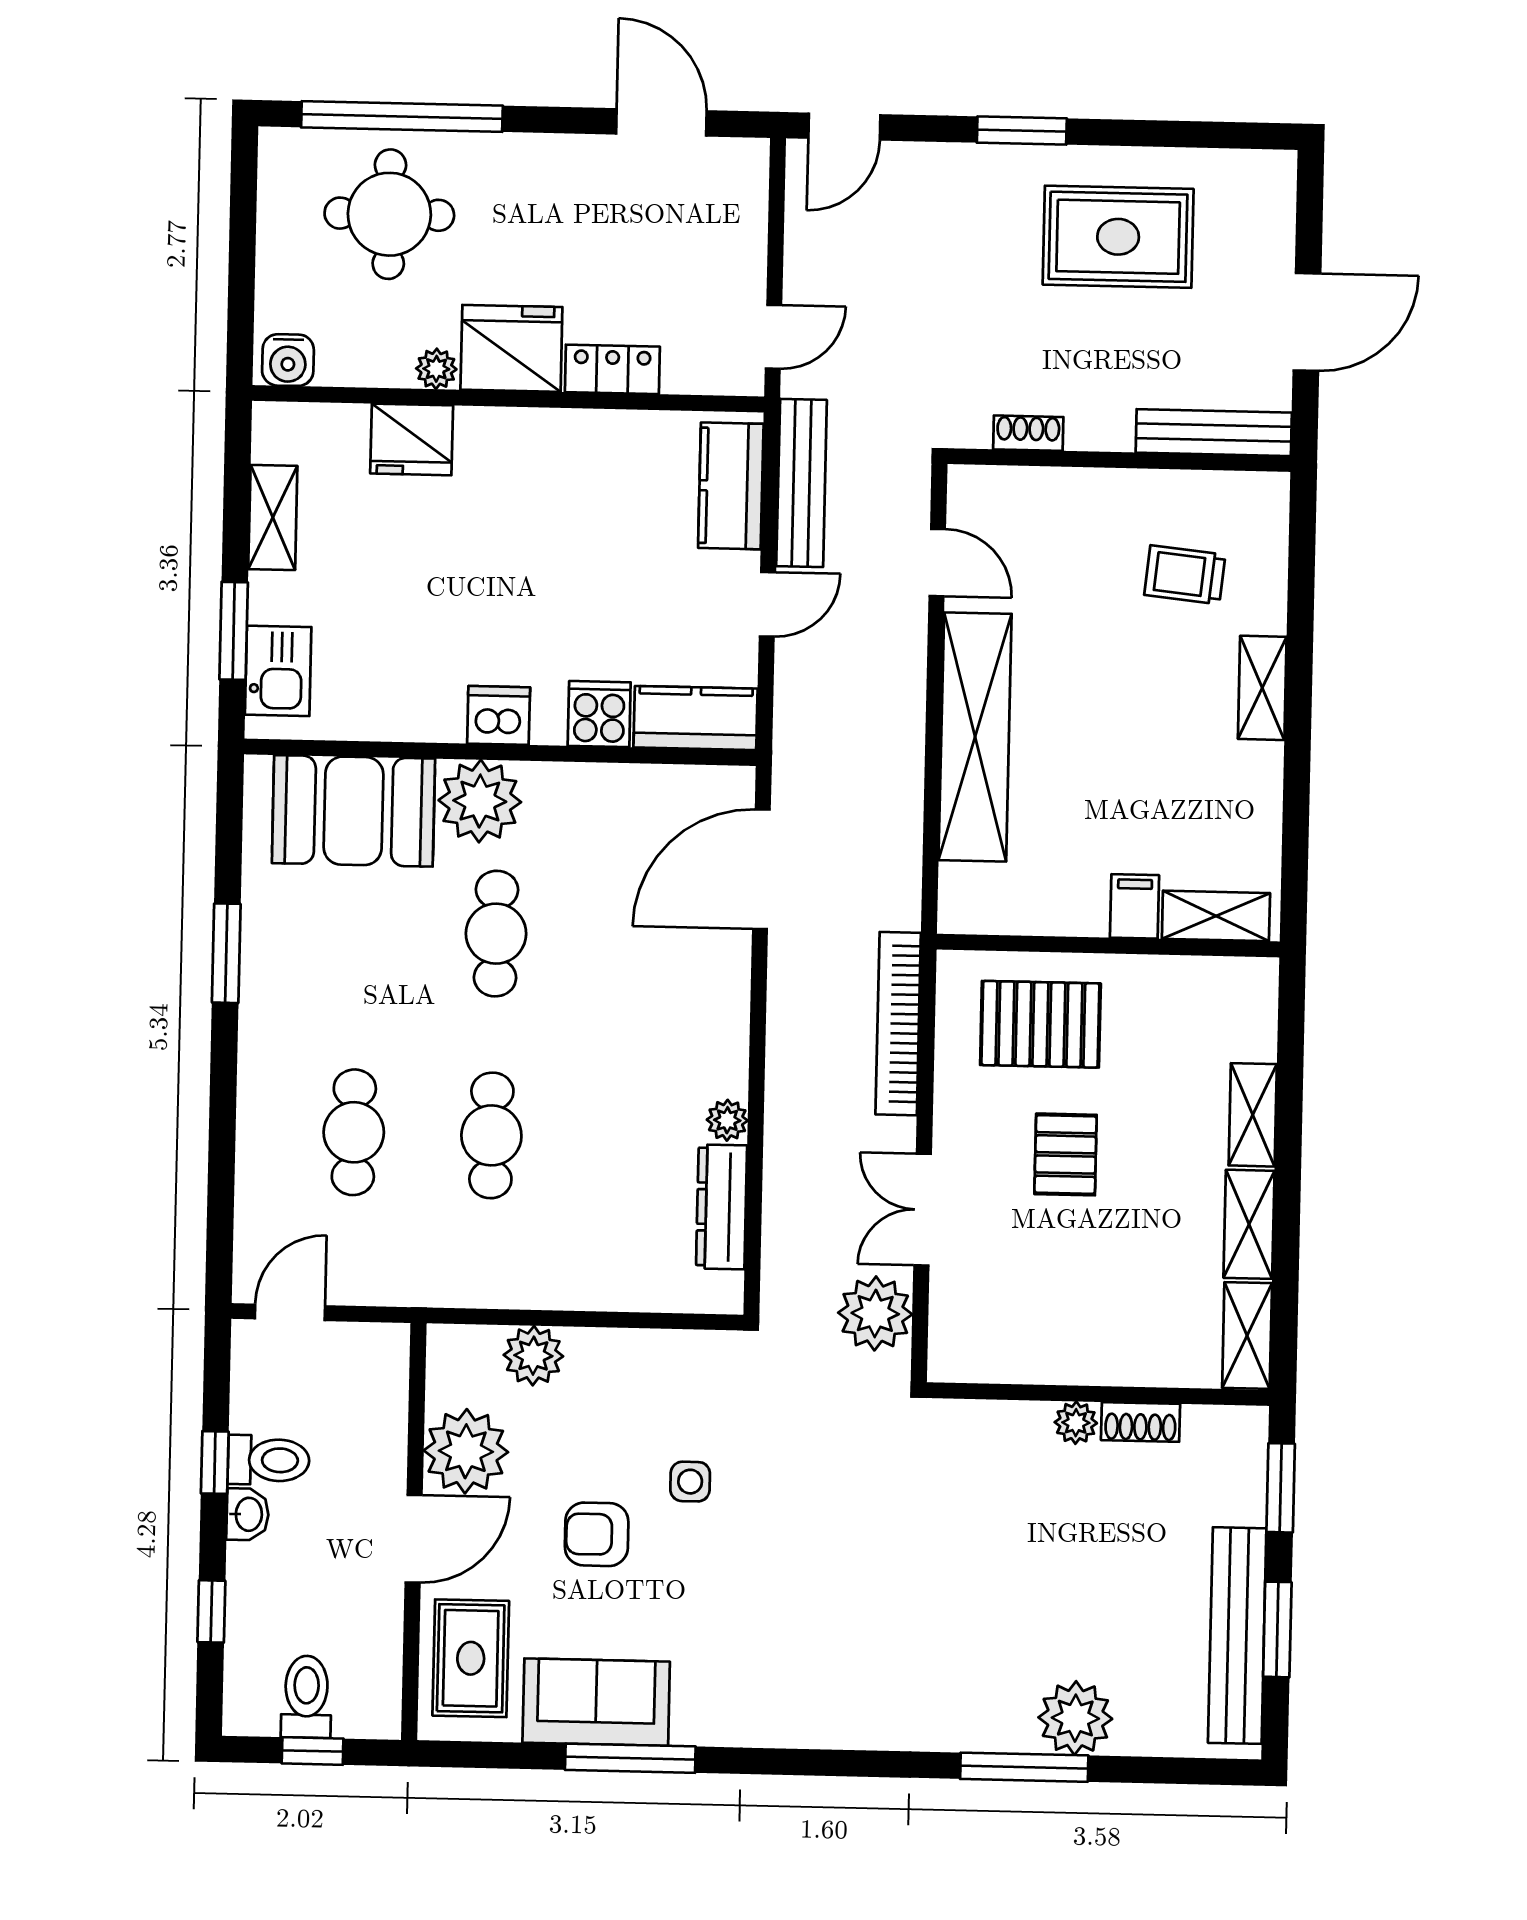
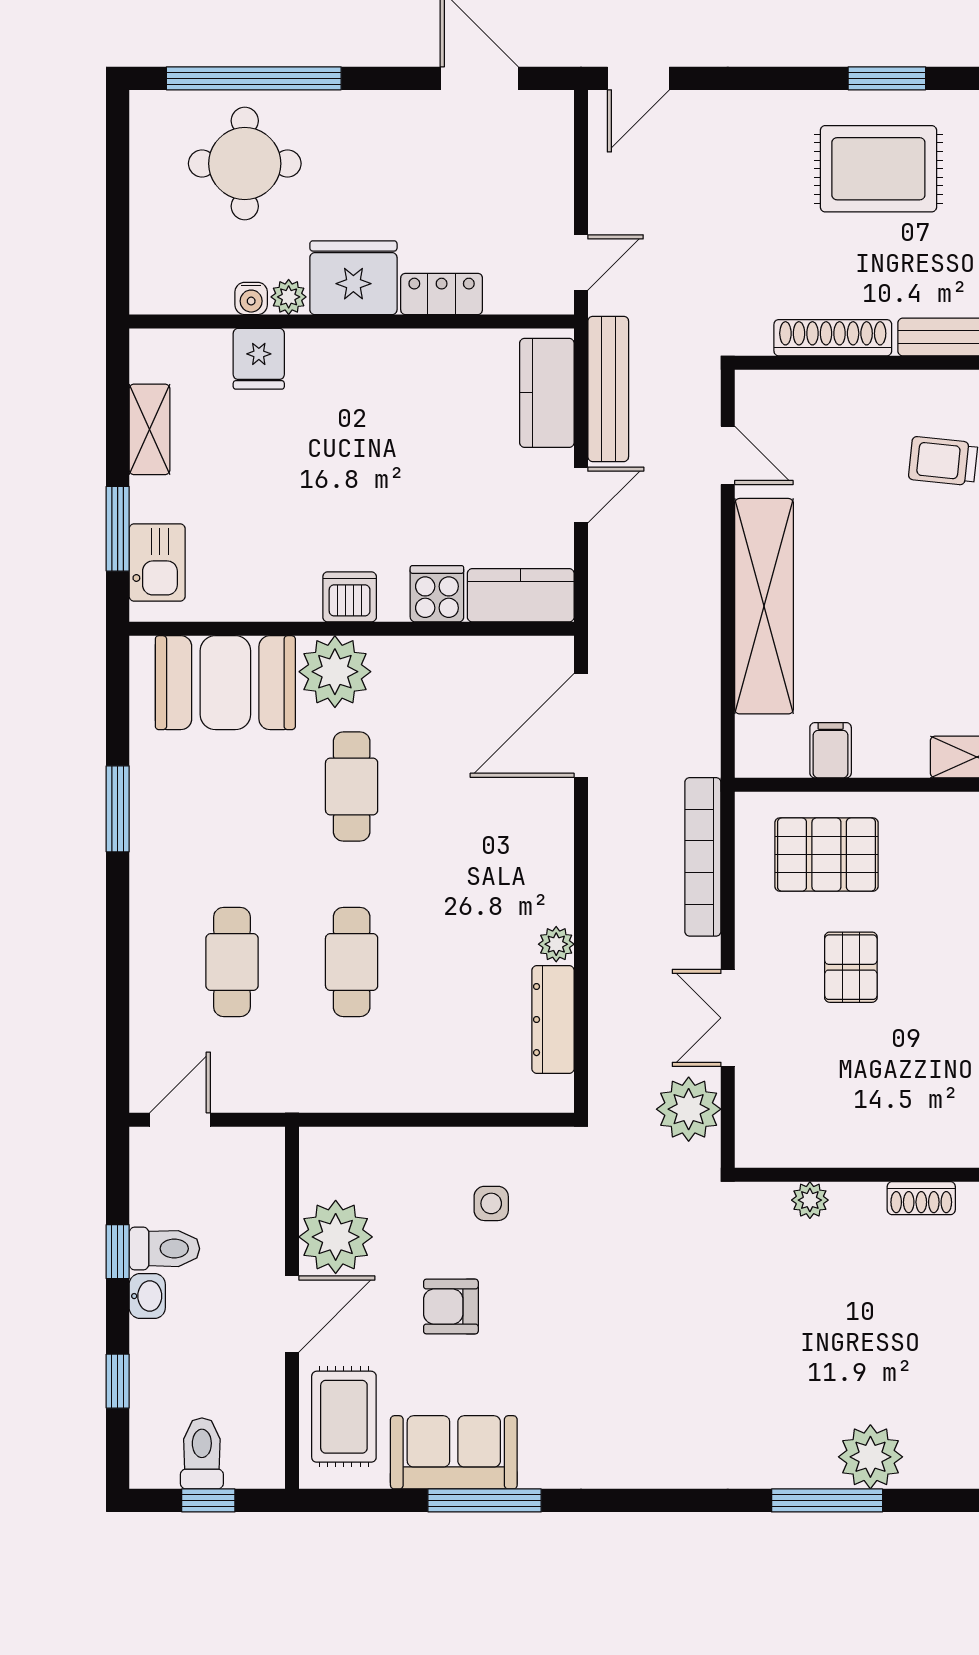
window: (1022, 131) -> (887, 78), moved
water cooler: (288, 360) -> (251, 298), moved, width x0.72, depth x0.72
shoe rack: (1028, 433) -> (833, 338), width x1.94, depth x1.24
fridge: (412, 439) -> (259, 359), width x0.72
filing cabinet: (1135, 906) -> (831, 750), moved
plant: (533, 1356) -> (392, 1152), removed
plant: (1076, 1423) -> (810, 1200), moved
side table: (690, 1482) -> (491, 1203), moved

